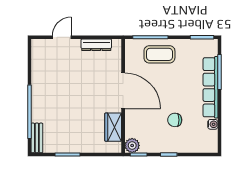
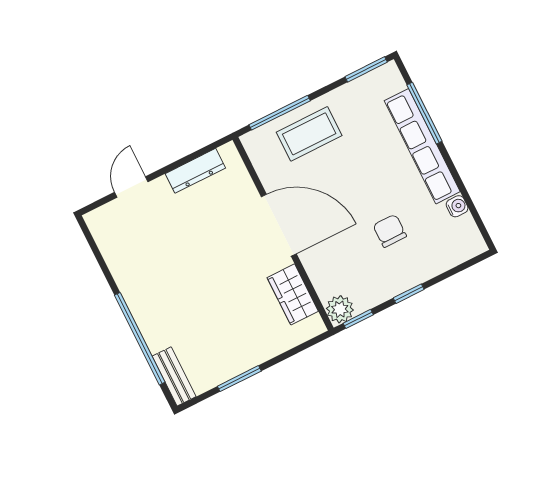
chair: (175, 120) -> (390, 231), turned 90

